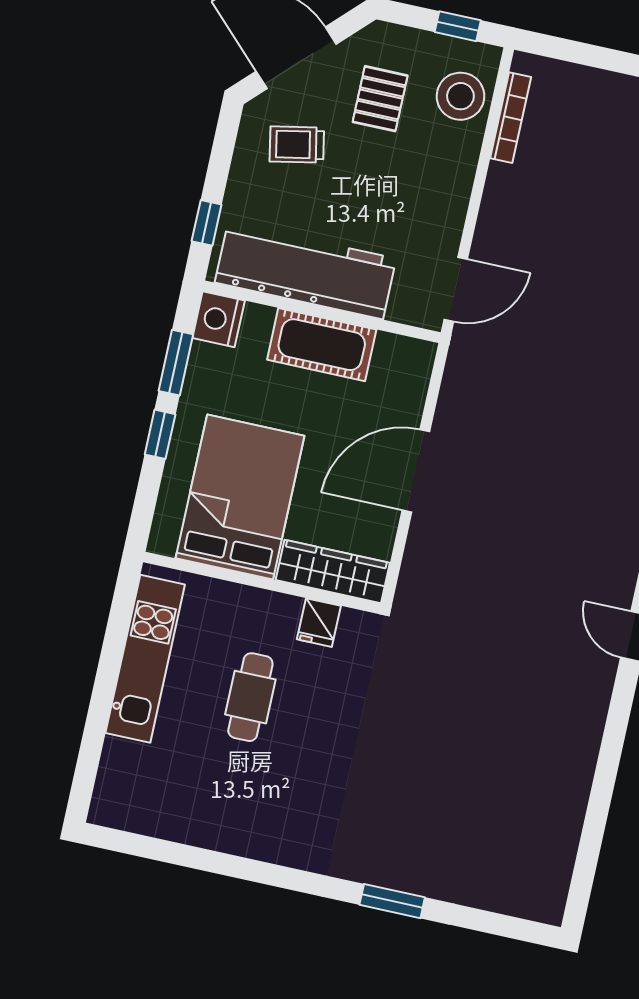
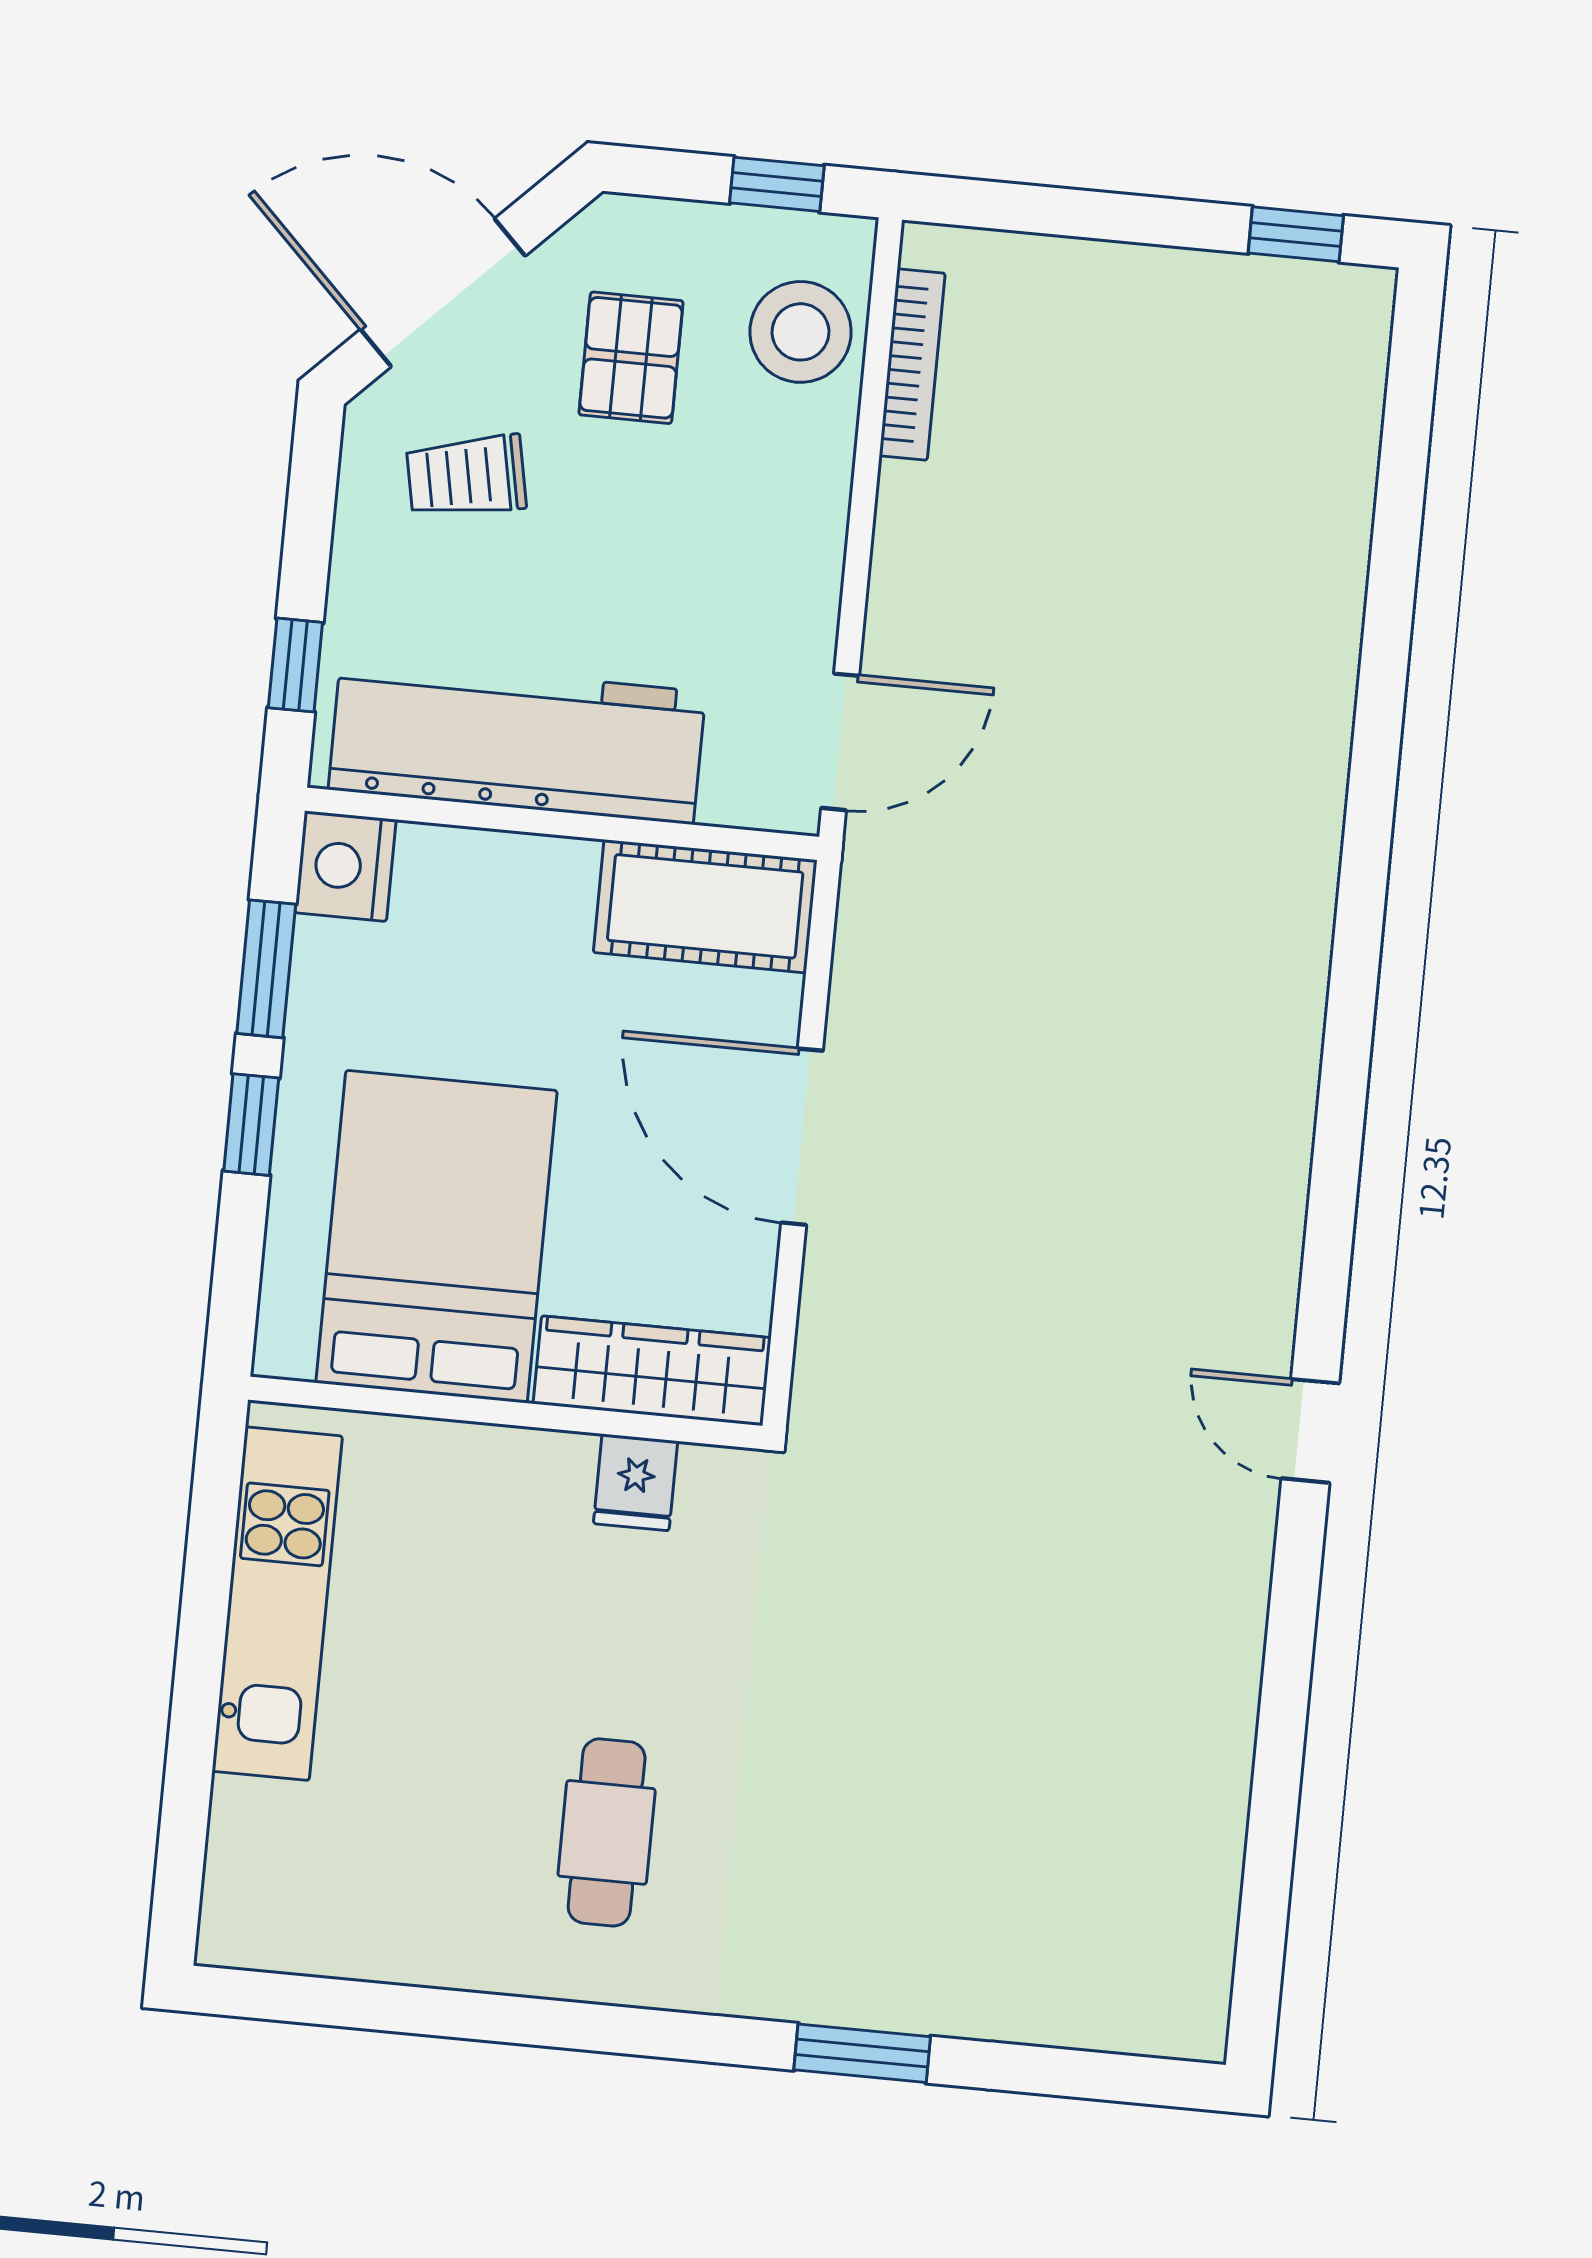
cot: (322, 345) -> (705, 906), moved
door: (416, 471) -> (802, 1137), hinge flipped
cafe table: (250, 697) -> (607, 1832), moved

